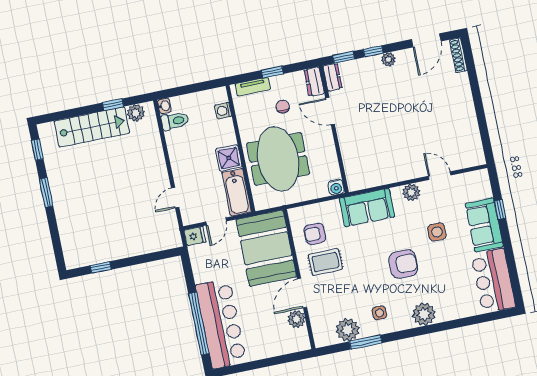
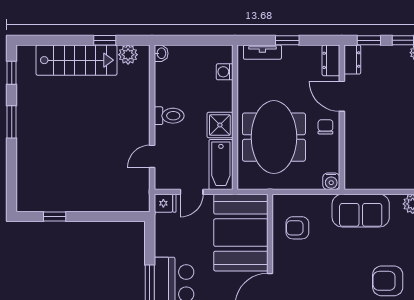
chair: (283, 107) -> (325, 127), moved
toilet: (175, 121) -> (169, 116), moved
rug: (325, 262) -> (303, 261), removed
armchair: (403, 264) -> (388, 281), turned 180

